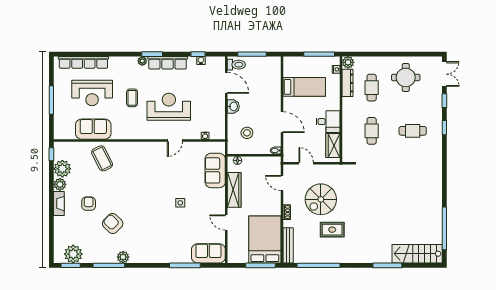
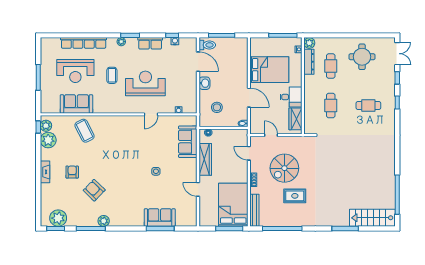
row of seats: (83, 62) -> (84, 43), moved
row of seats: (168, 63) -> (150, 43), width x0.68
bed: (304, 87) -> (269, 70), width x1.50
plant: (60, 184) -> (46, 126), moved
sofa: (208, 253) -> (160, 218), moved

